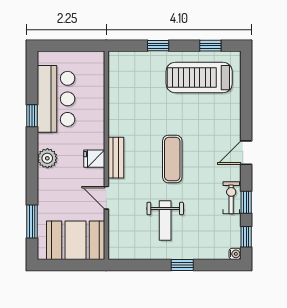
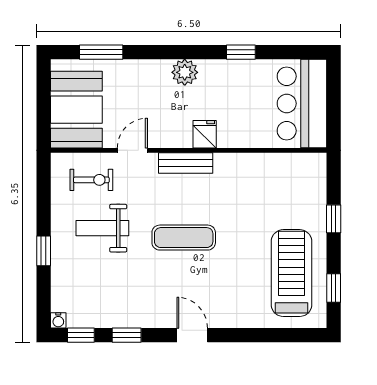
bar counter: (56, 99) -> (302, 103), moved, turned 90
fridge: (94, 159) -> (205, 134), moved
exercise bike: (231, 198) -> (91, 180), moved

